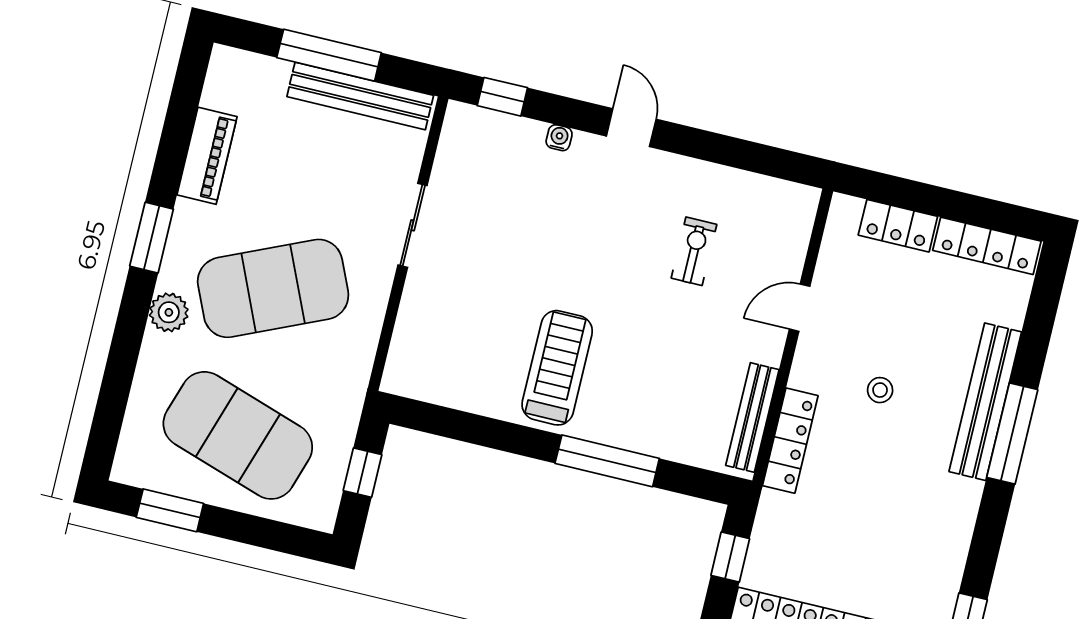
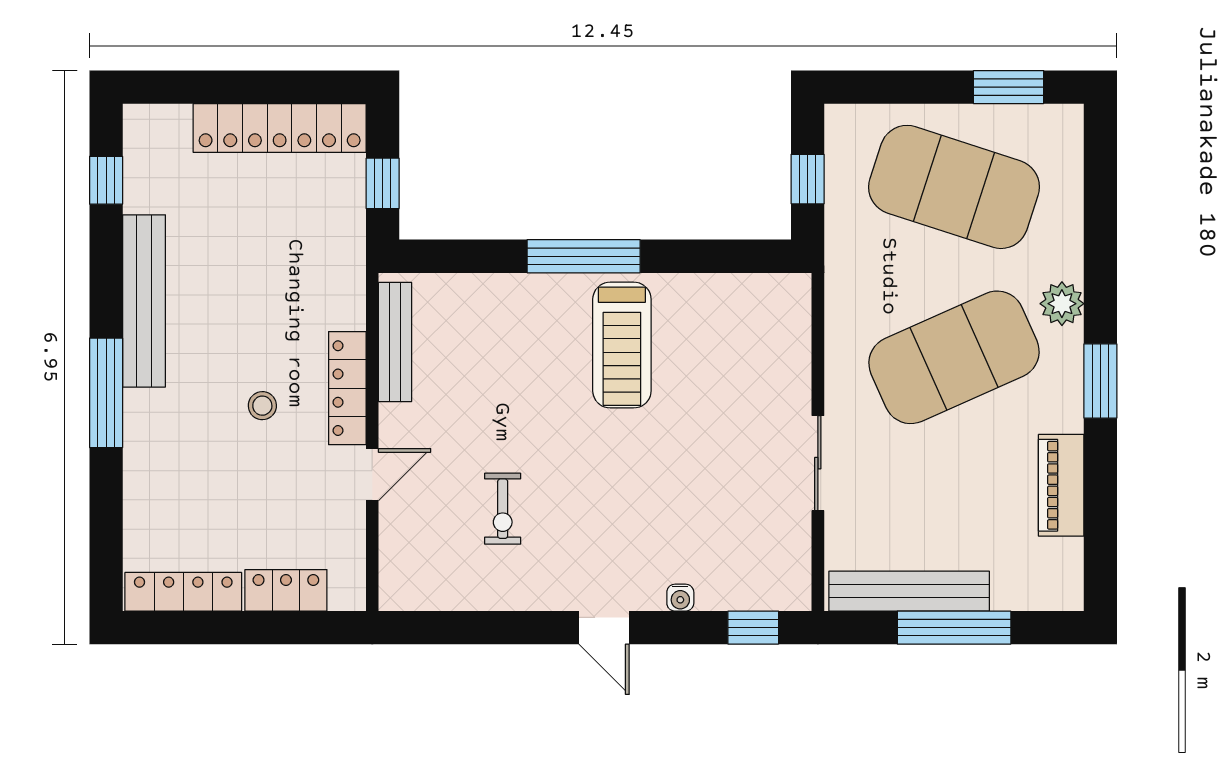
bench: (985, 402) -> (144, 301), moved
locker: (790, 441) -> (347, 388), moved
window: (607, 461) -> (584, 256), moved

